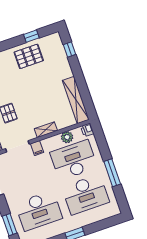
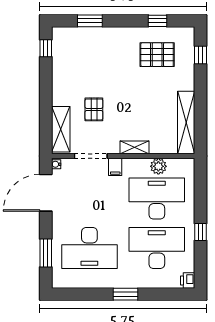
pallet: (29, 56) -> (157, 55), moved
printer: (87, 130) -> (188, 281), moved
window: (112, 173) -> (200, 232), width x0.46
desk: (86, 194) -> (157, 248), turned 180

